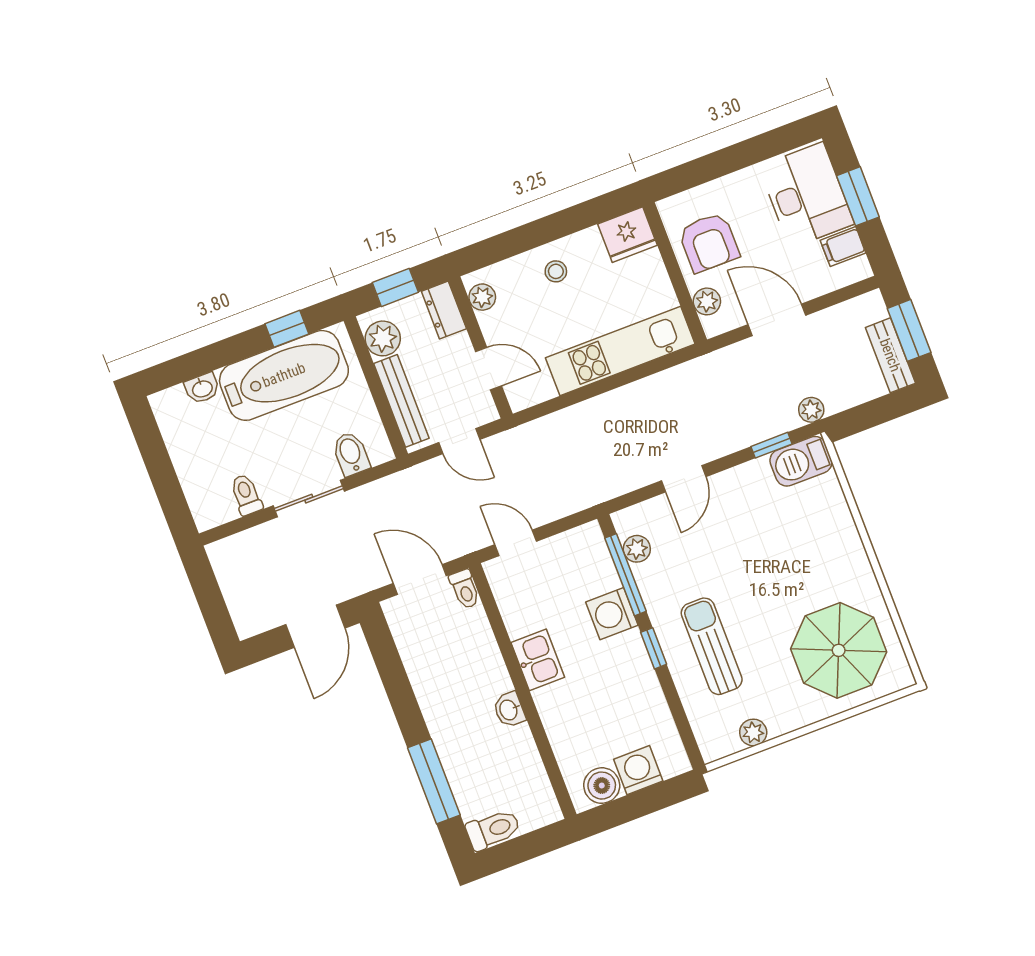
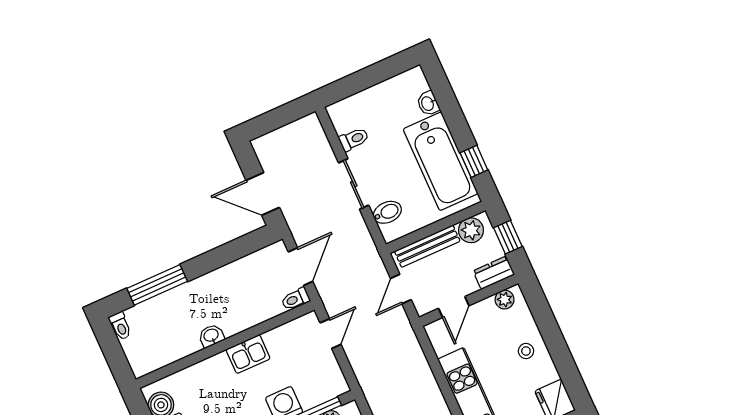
toilet: (493, 830) -> (120, 326), width x0.73, depth x0.72

